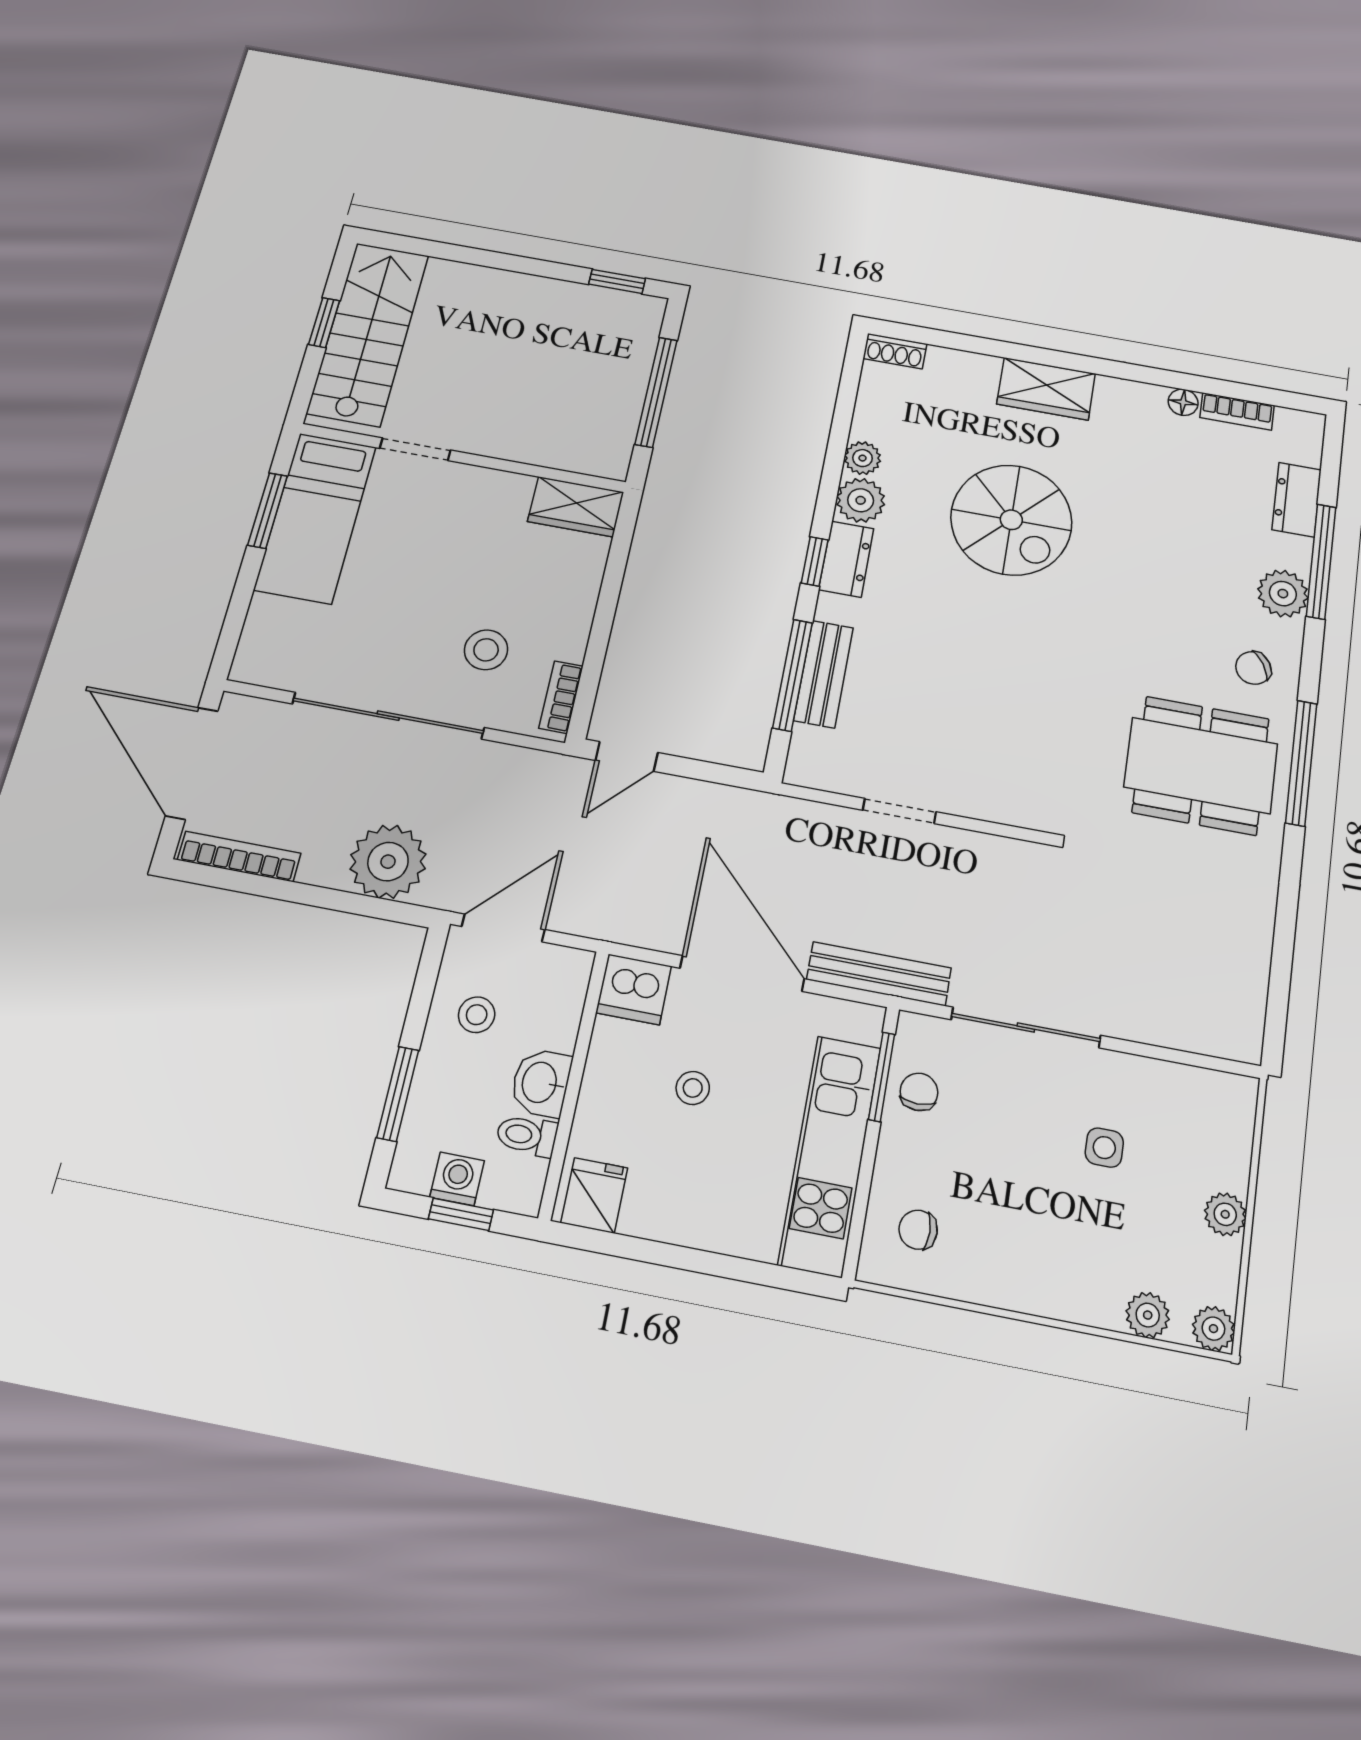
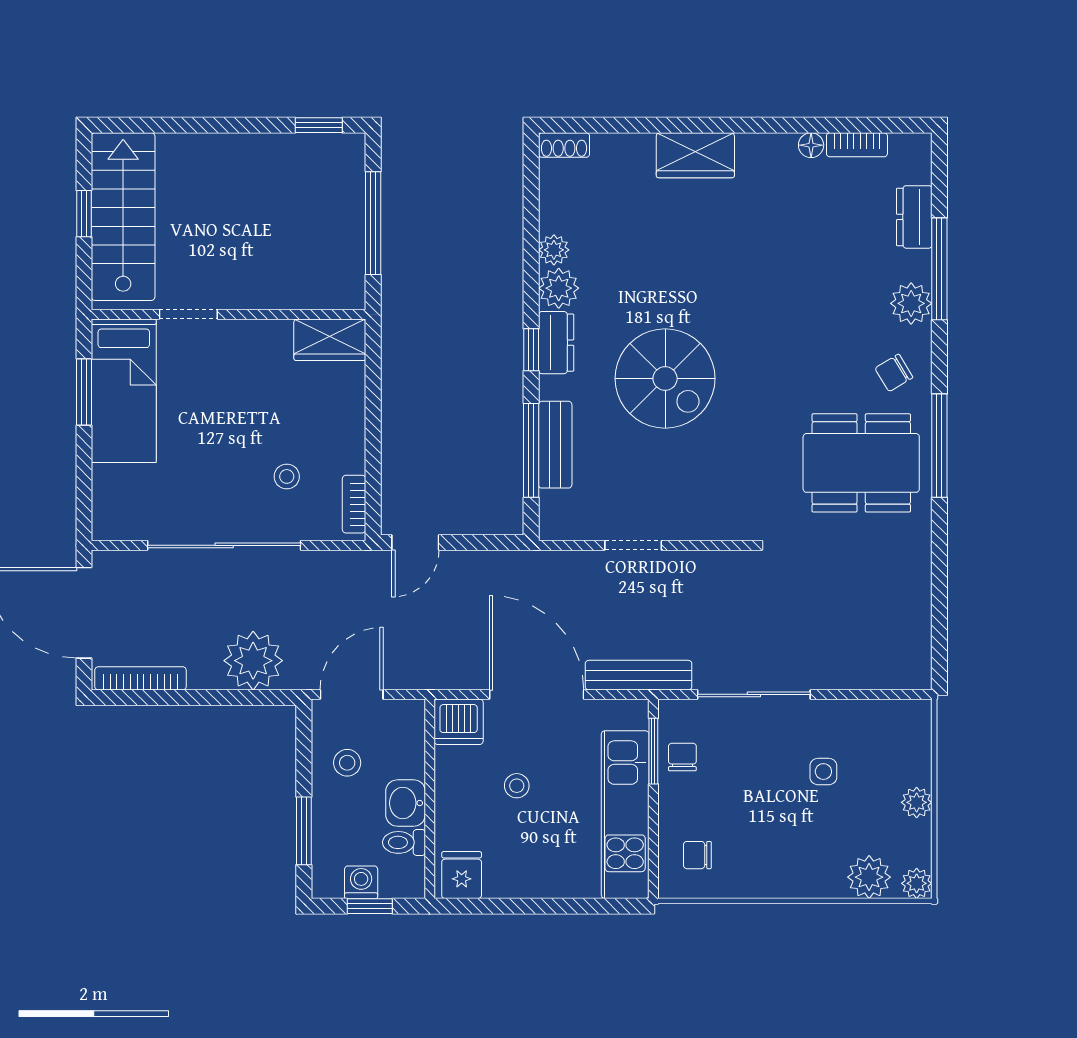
spiral stairs: (1011, 520) -> (665, 378), moved
stool: (486, 650) -> (287, 476), width x0.73, depth x0.73
plant: (1148, 1315) -> (869, 877), width x1.38, depth x1.38

